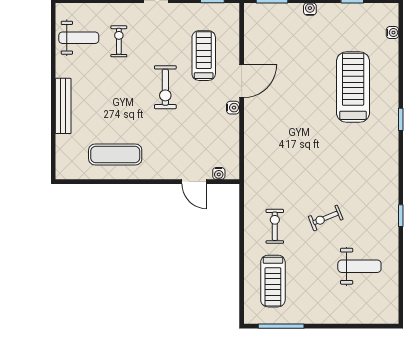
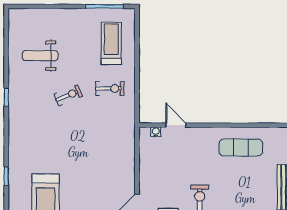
water cooler: (233, 108) -> (144, 186), removed
exercise bike: (275, 226) -> (110, 88), turned -90

